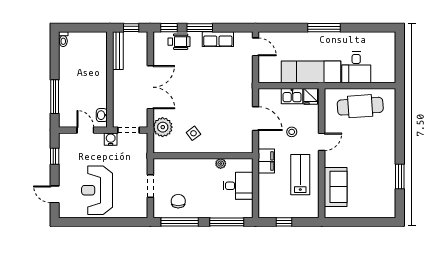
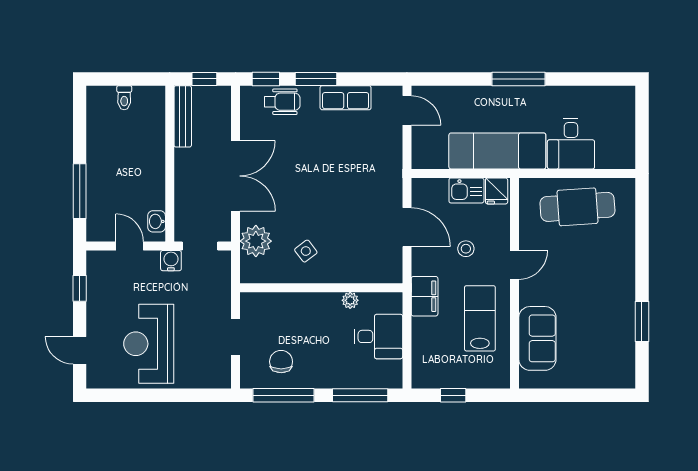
toilet: (63, 39) -> (124, 98), moved

